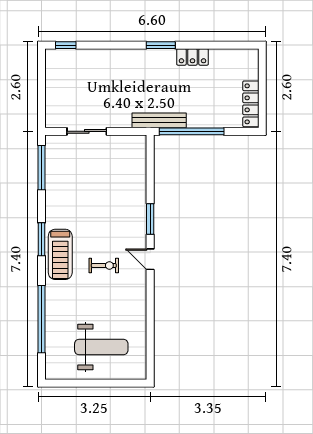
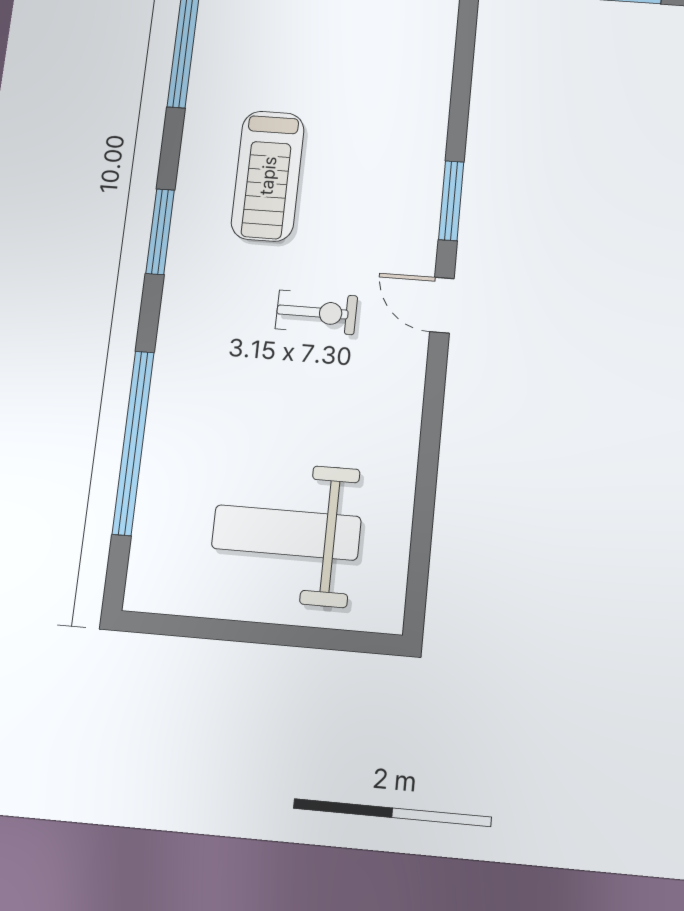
treadmill: (60, 254) -> (268, 176), moved
weight bench: (101, 347) -> (286, 533), turned 180

